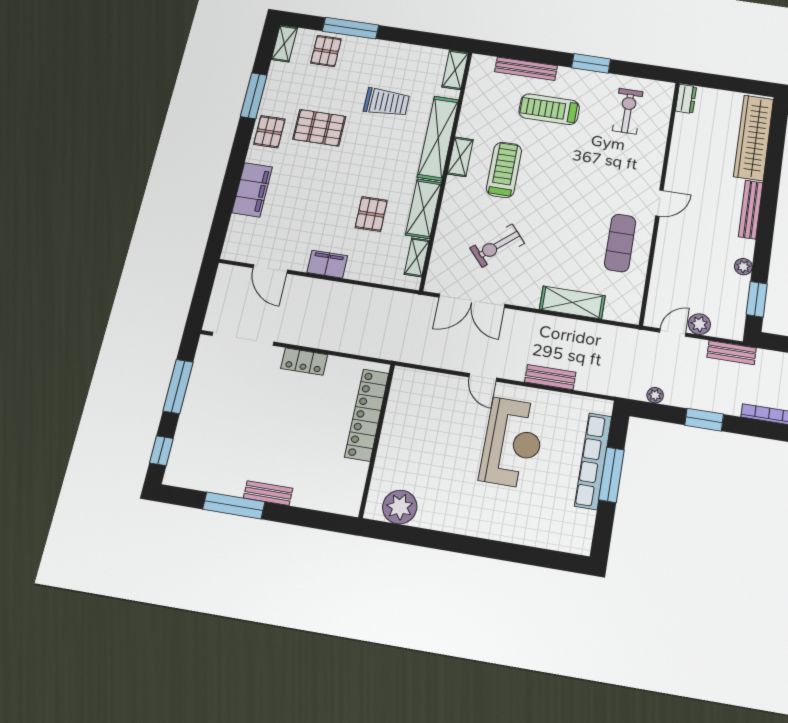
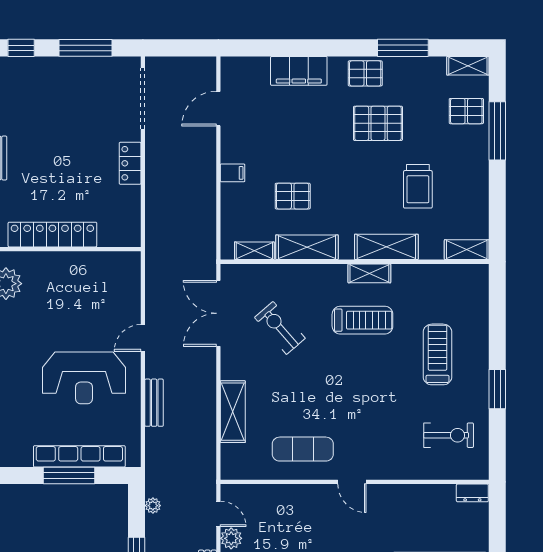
bench: (526, 69) -> (480, 323), removed
pallet: (319, 128) -> (378, 123), turned 90
shelving: (438, 138) -> (386, 247), width x0.68
filing cabinet: (327, 264) -> (233, 173), width x0.50
locker: (367, 415) -> (52, 235), moved

